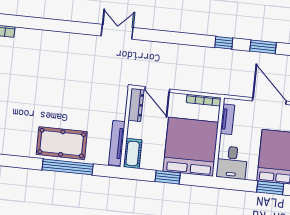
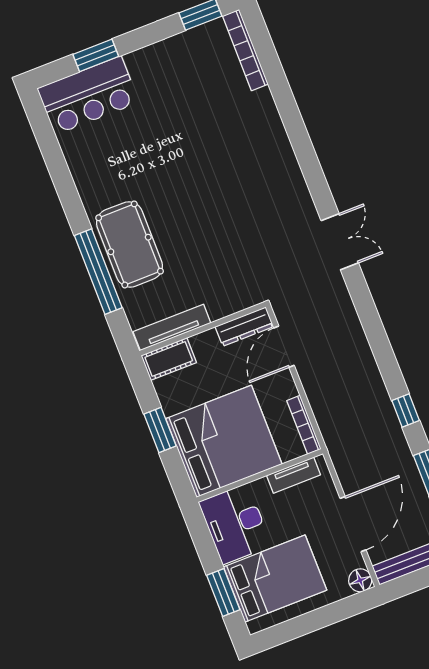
desk: (232, 163) -> (235, 524), width x1.37

